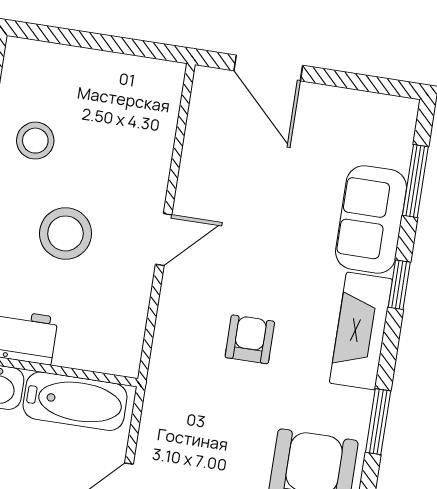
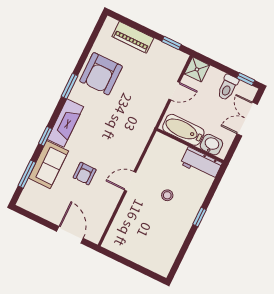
stool: (35, 141) -> (168, 234), removed
stool: (65, 233) -> (167, 195), width x0.53, depth x0.53
armchair: (250, 339) -> (85, 174), moved

